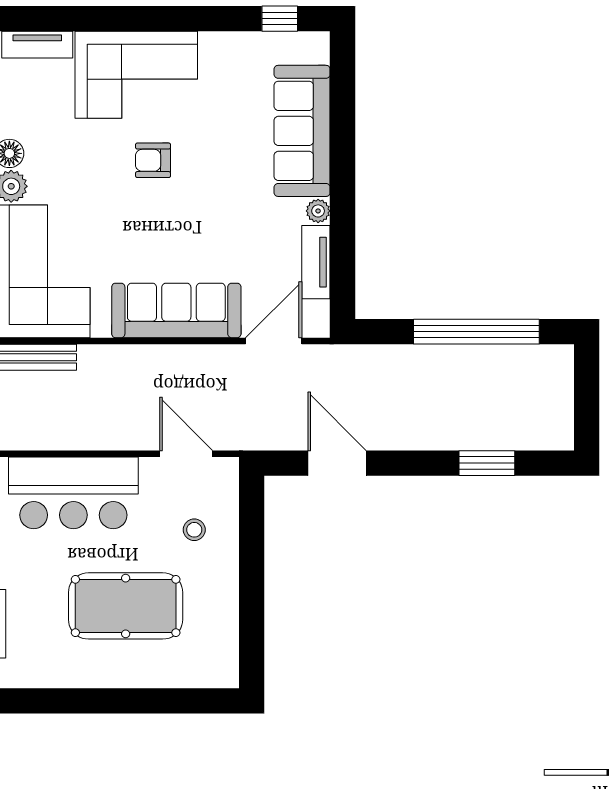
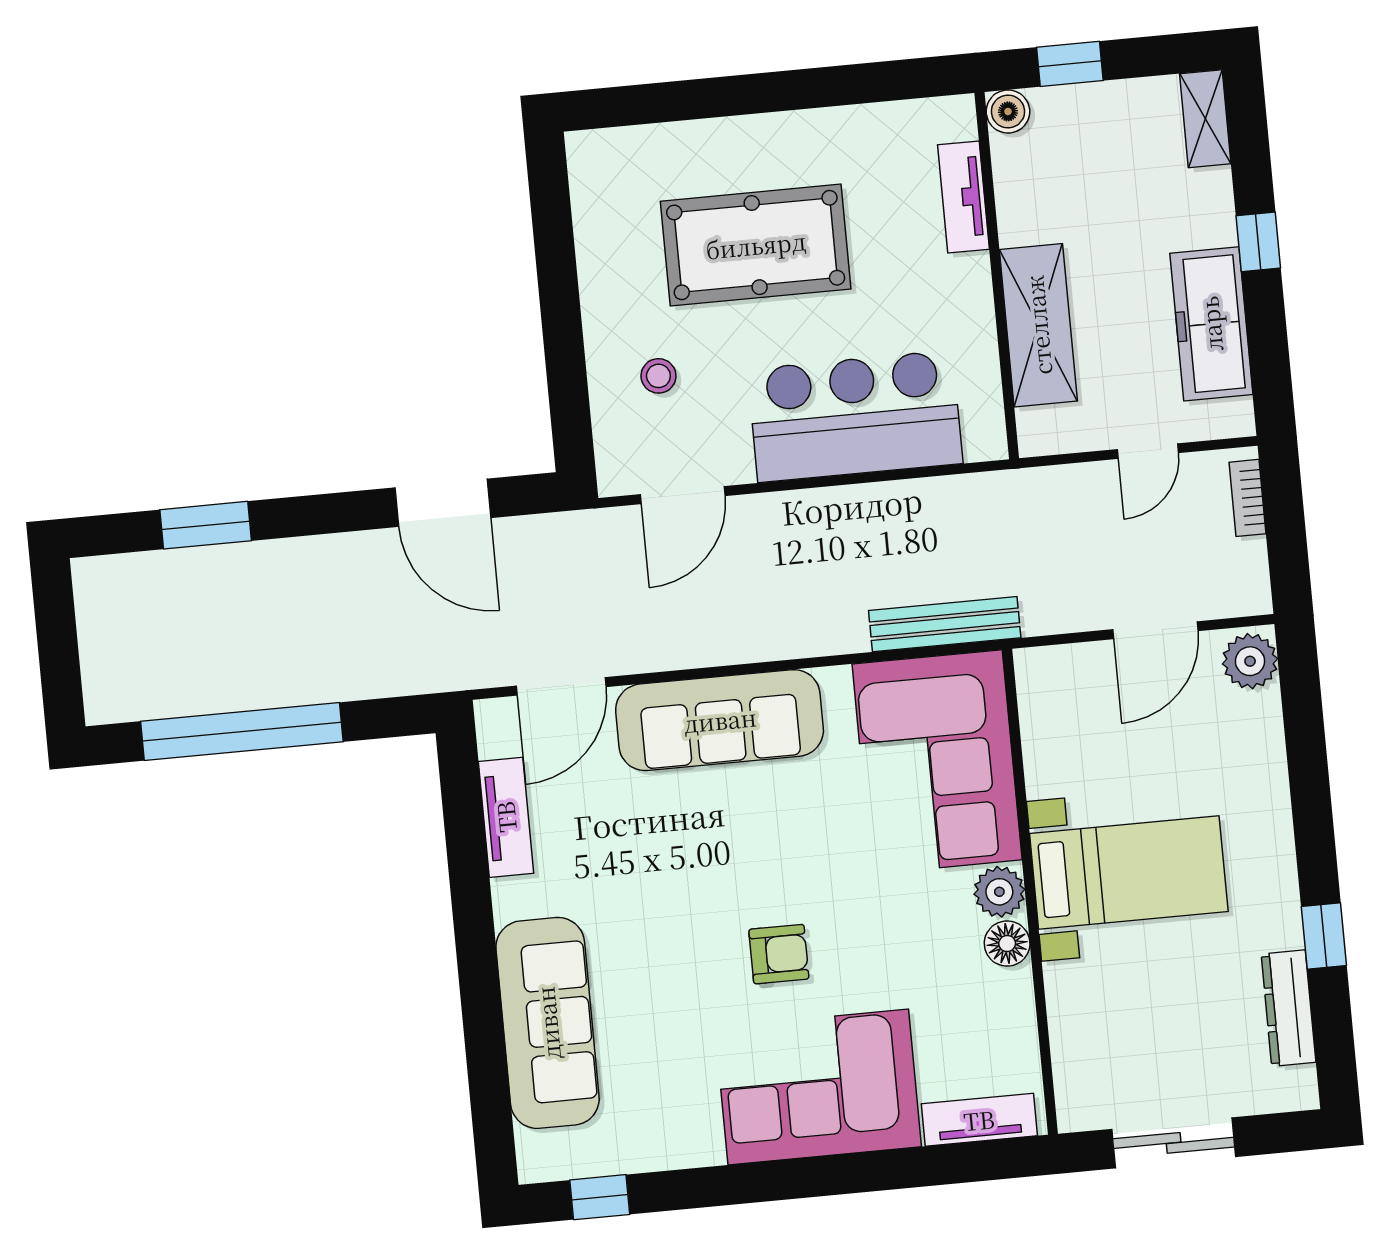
plant: (318, 211) -> (510, 899), removed
door: (186, 454) -> (683, 495), hinge flipped

